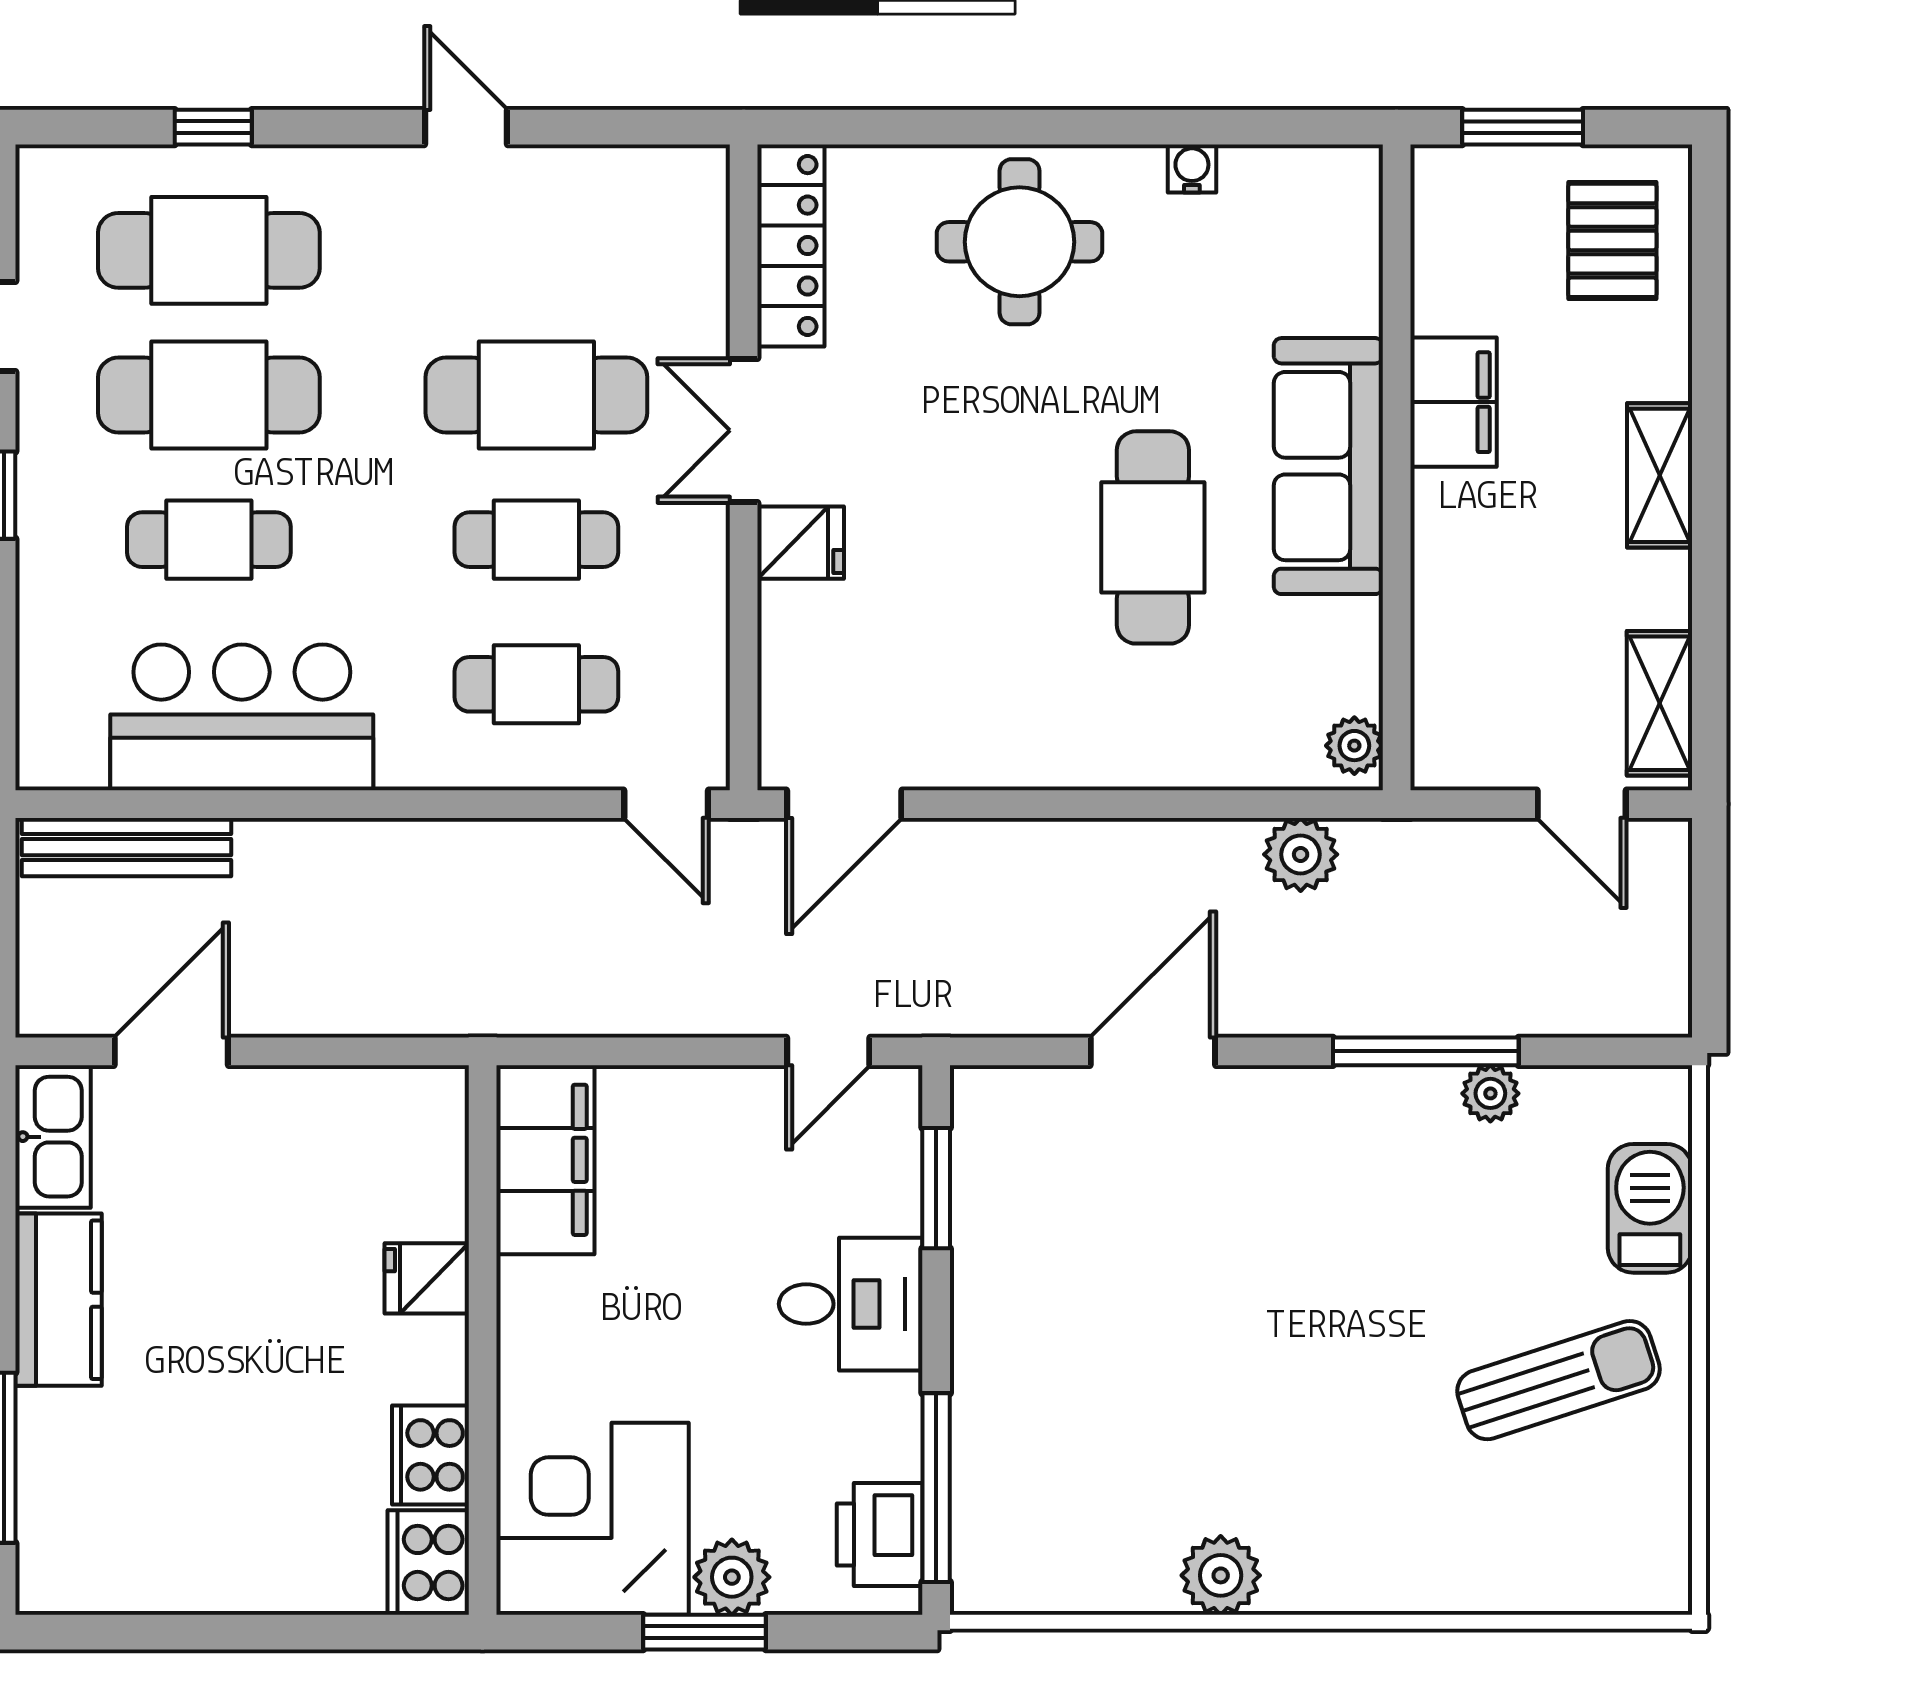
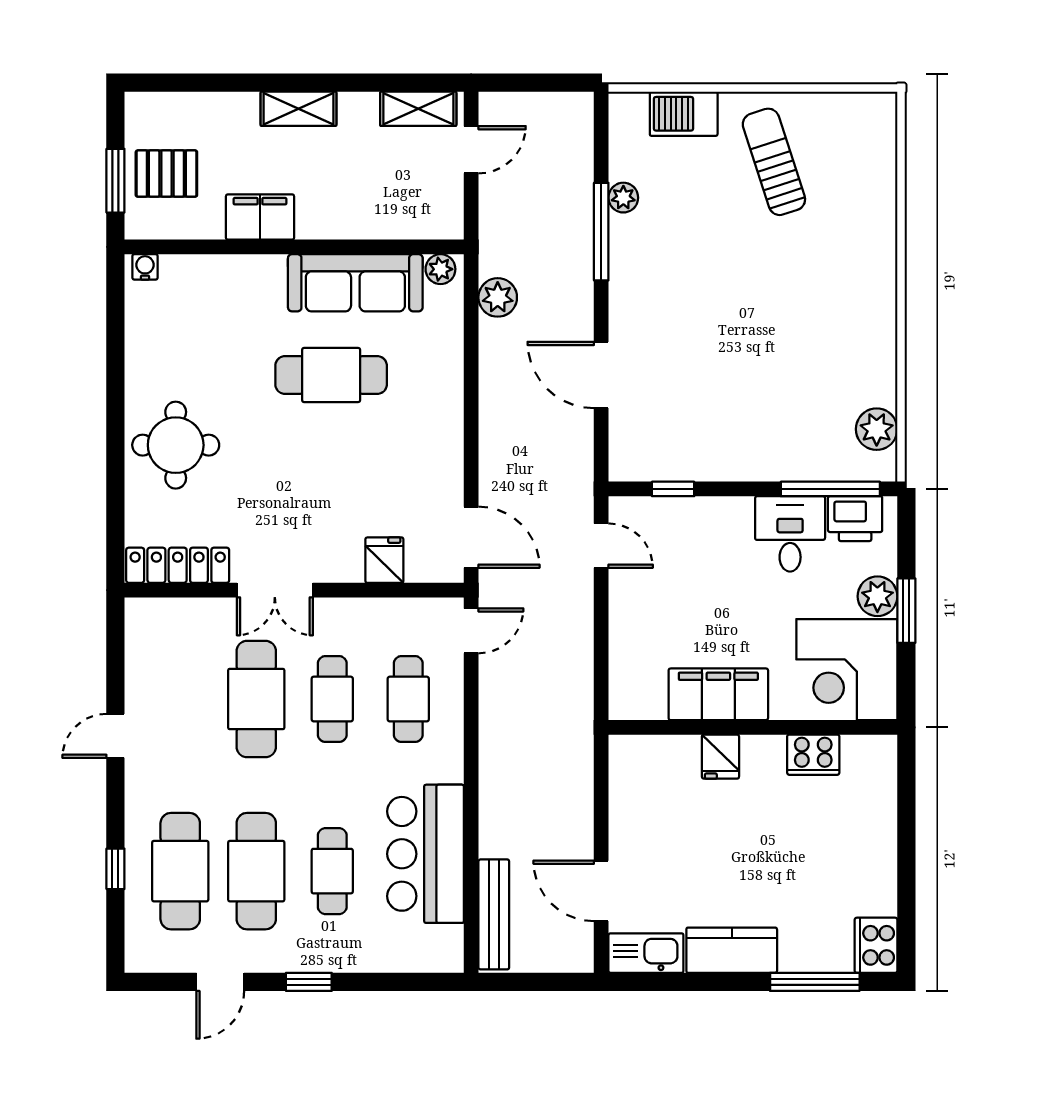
water cooler: (1192, 169) -> (145, 267), moved, turned 90
pallet: (1612, 240) -> (166, 174), moved
sofa: (1328, 466) -> (355, 283), moved
fridge: (801, 543) -> (384, 560), moved
filing cabinet: (545, 1160) -> (718, 694), moved
window: (936, 1188) -> (673, 489), width x0.67
desk: (851, 1304) -> (790, 534), moved
cooker: (428, 1562) -> (876, 945), moved, turned 90
plant: (1221, 1575) -> (877, 429), moved

